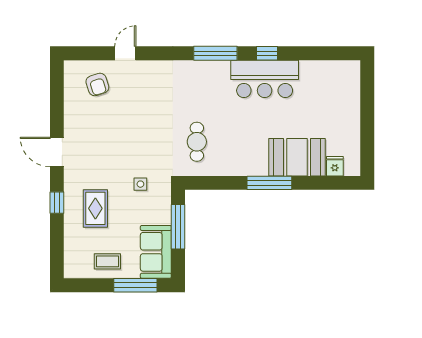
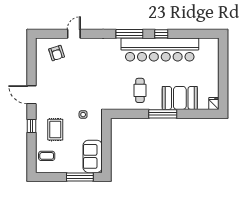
bar counter: (265, 79) -> (160, 50), width x1.86
cafe table: (197, 142) -> (140, 90), moved
fridge: (335, 166) -> (214, 104), moved
window: (178, 227) -> (106, 141), removed
coffee table: (107, 261) -> (47, 156), moved

